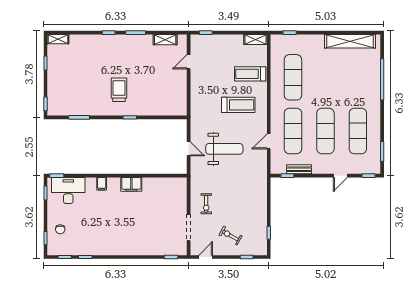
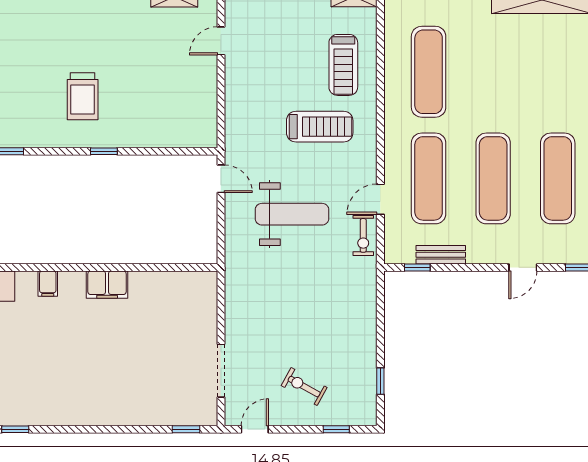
treadmill: (250, 74) -> (343, 65), turned -90
trolley: (119, 90) -> (83, 96), turned 180
door: (189, 149) -> (221, 179), moved
exercise bike: (206, 204) -> (363, 235), moved

